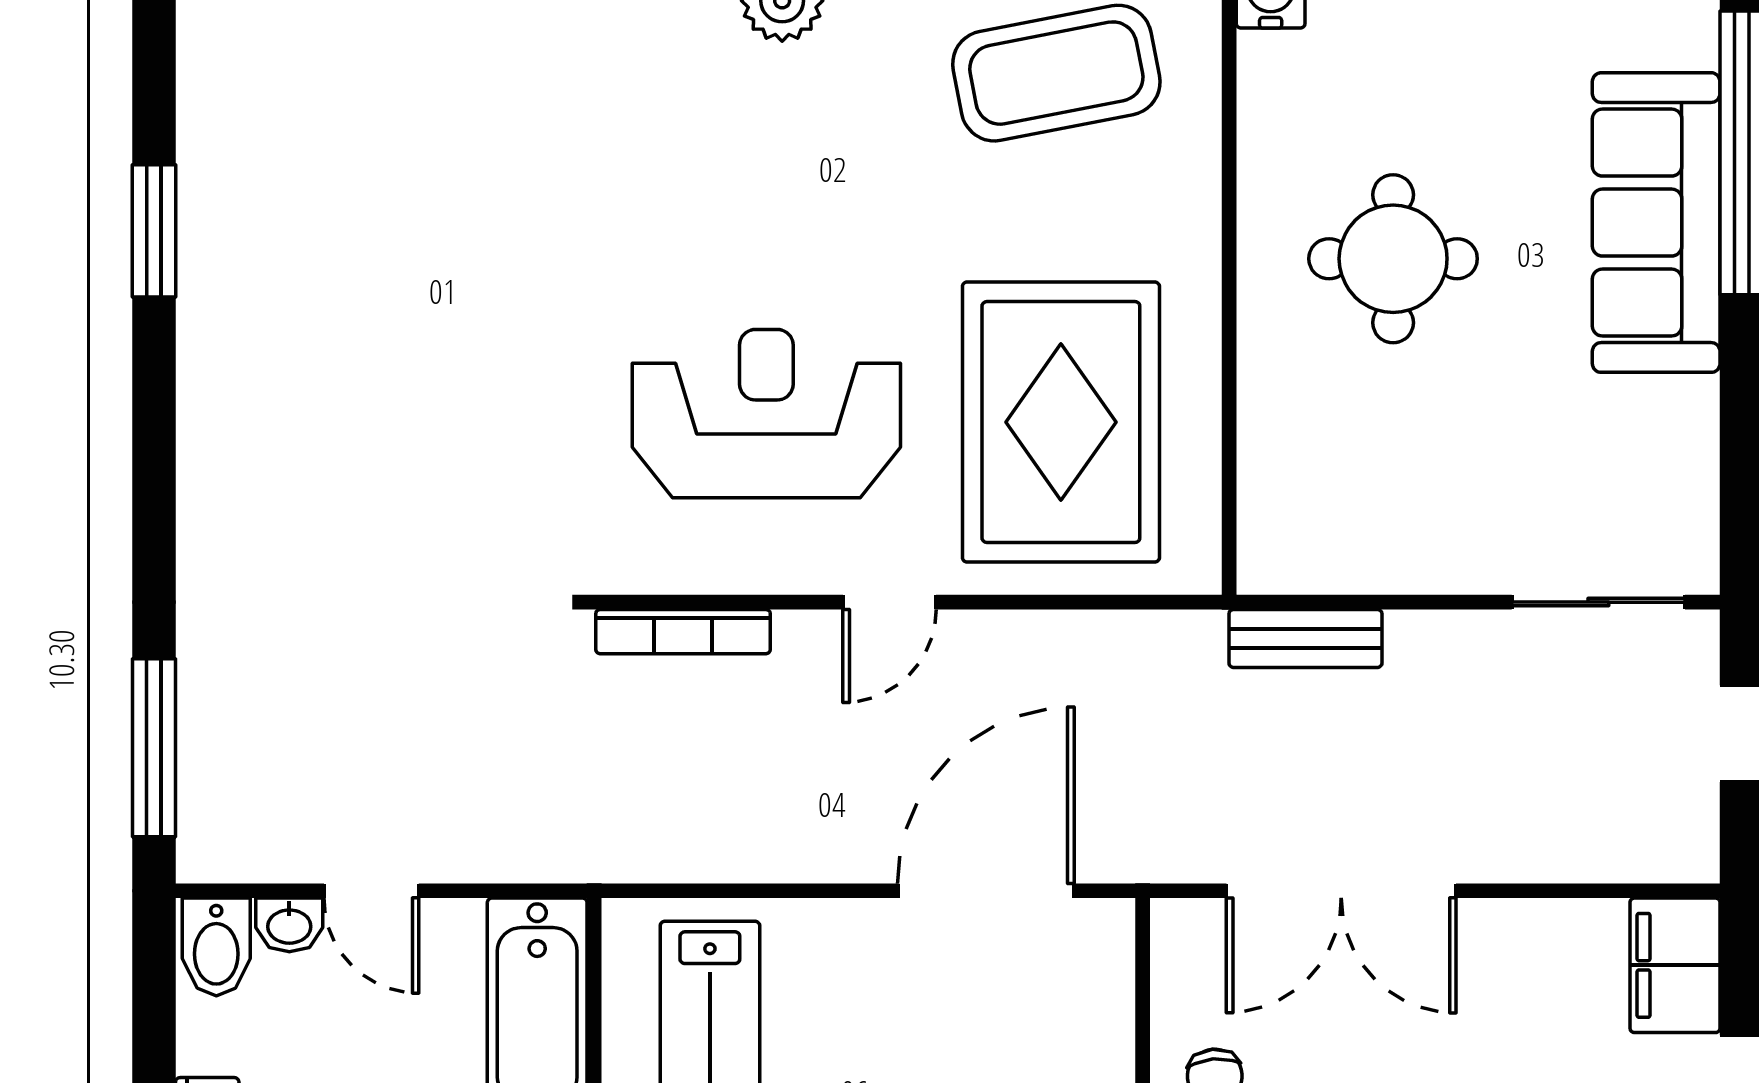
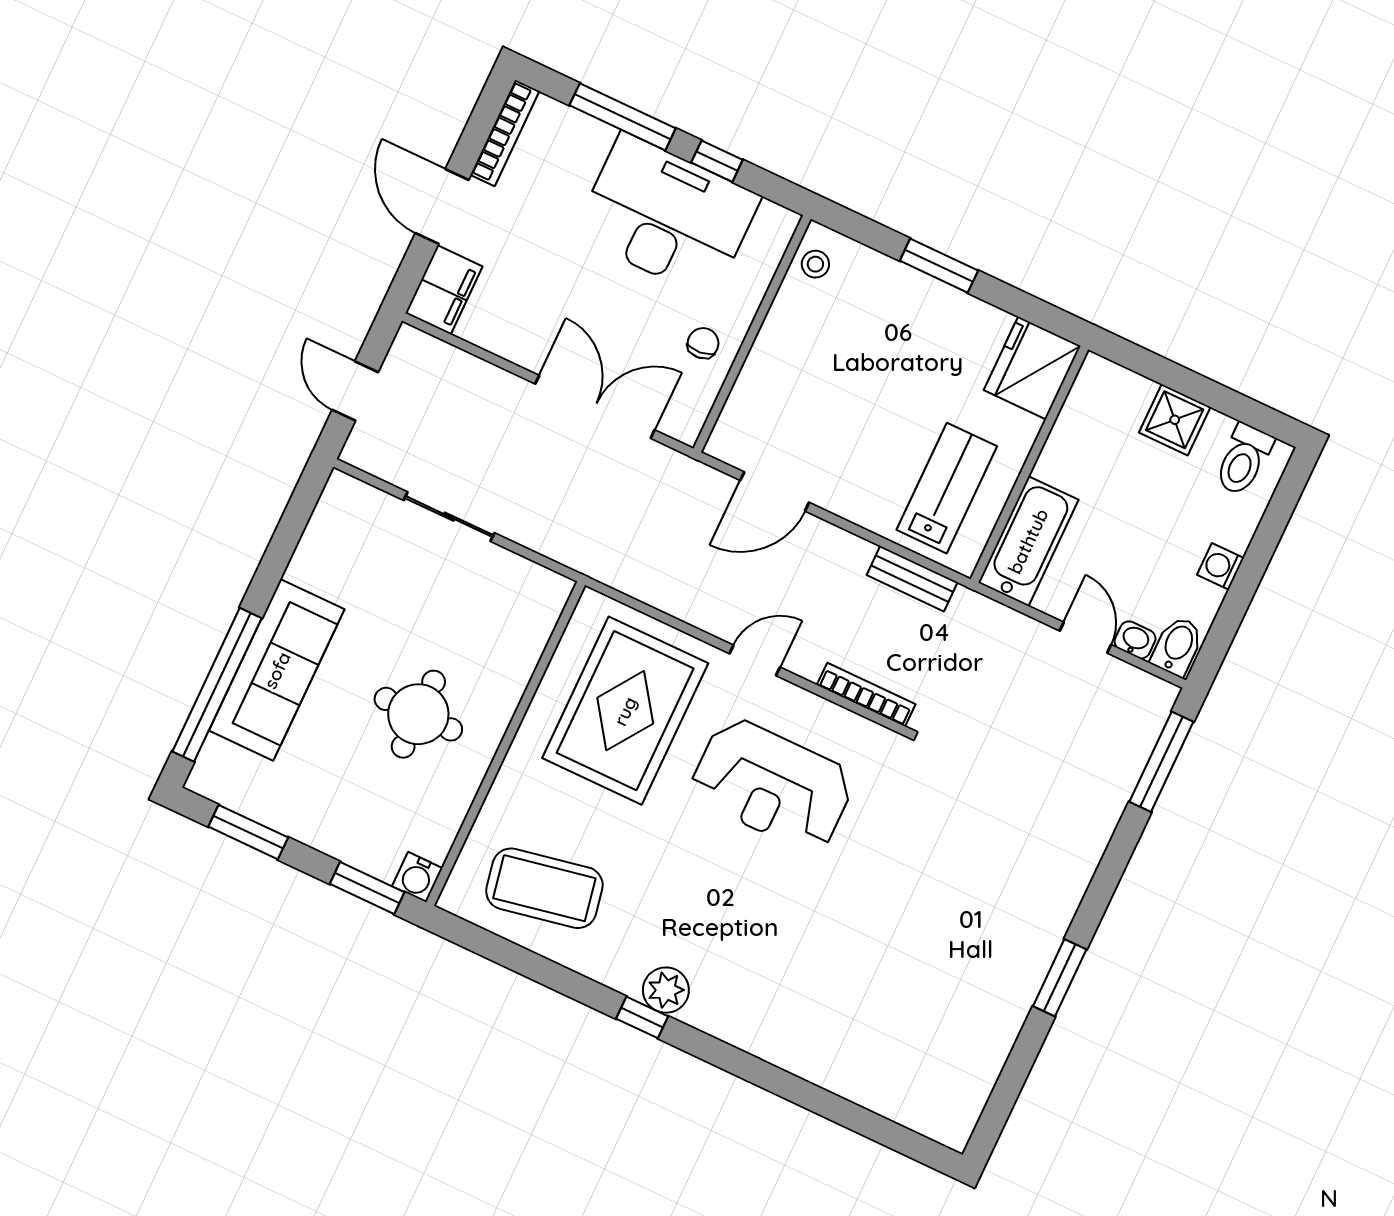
window: (154, 231) -> (1060, 978), moved
sliding door: (1598, 602) -> (449, 517), moved
bench: (1305, 638) -> (912, 579), moved
door: (986, 891) -> (775, 491), width x0.73

